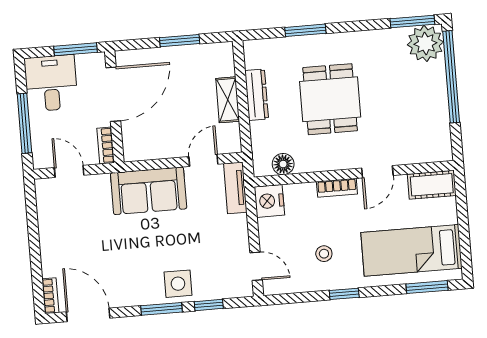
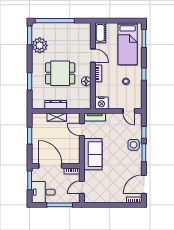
plant: (425, 43) -> (40, 45), moved
floor lamp: (283, 164) -> (86, 81), moved
door: (256, 266) -> (129, 111), swing flipped

